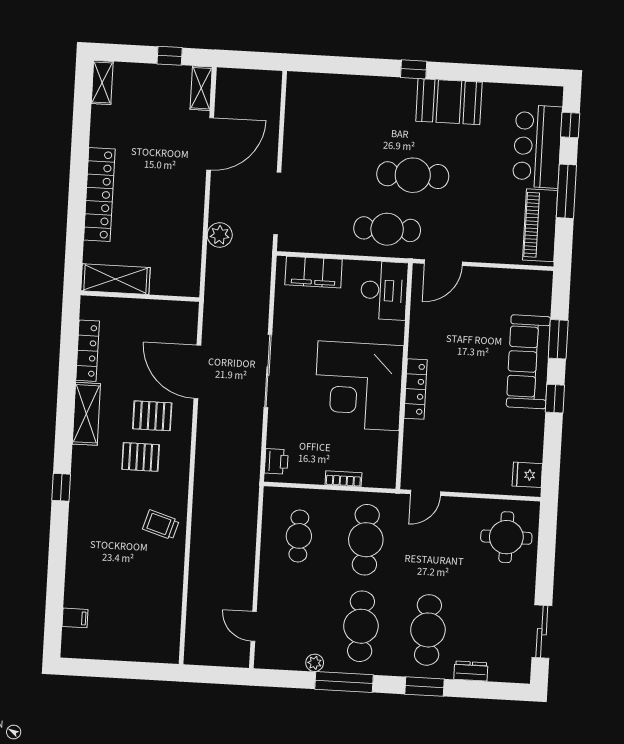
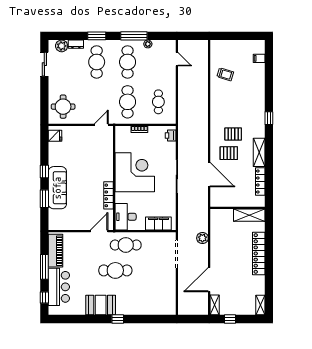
locker: (416, 389) -> (109, 195), moved
trolley: (161, 525) -> (225, 74), moved
plant: (502, 669) -> (62, 46), added

